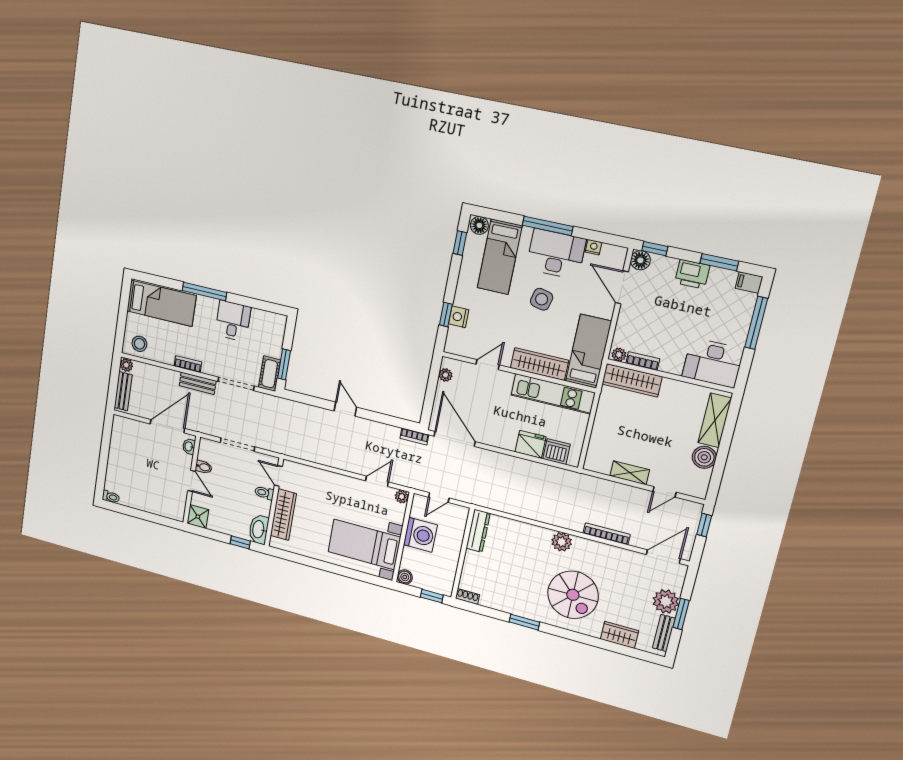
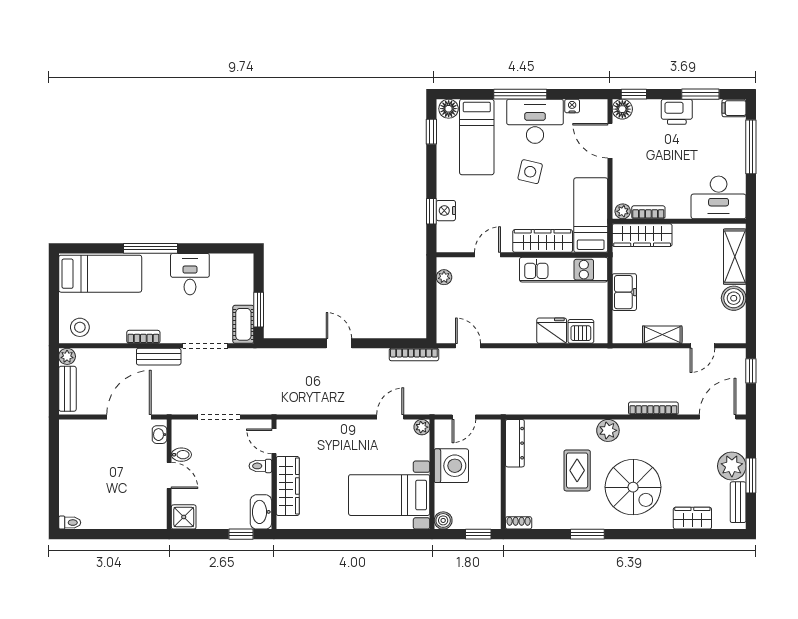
freezer: (604, 427) -> (624, 292), added
bookcase: (414, 436) -> (414, 354), width x1.56
door: (455, 439) -> (468, 346), width x0.53
rug: (527, 568) -> (577, 470), added

